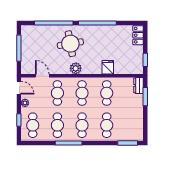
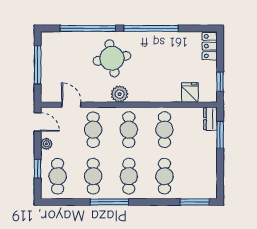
fridge: (108, 67) -> (190, 92), moved

